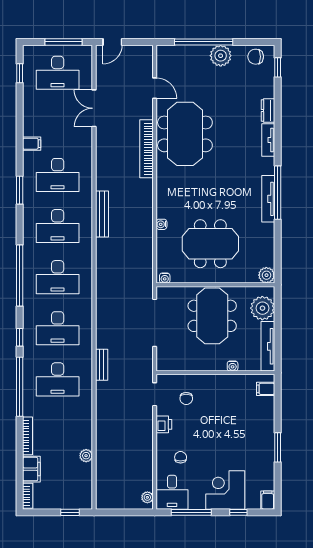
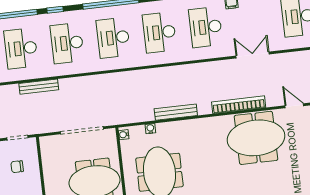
door: (155, 88) -> (294, 106), swing flipped
double door: (94, 108) -> (253, 55), moved
bench: (102, 214) -> (176, 112), moved
water cooler: (161, 224) -> (150, 129), moved
bench: (102, 365) -> (39, 87), width x1.36

